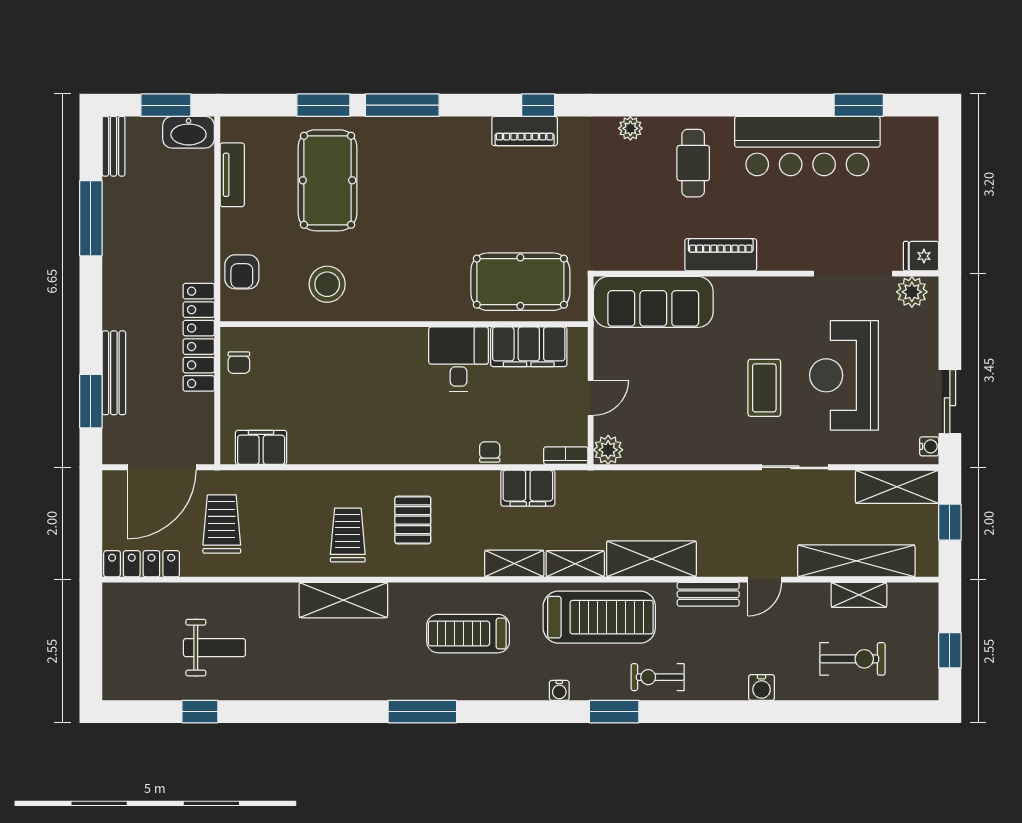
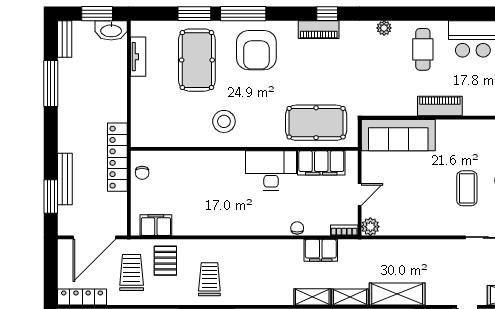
armchair: (242, 272) -> (256, 50), moved, width x1.88, depth x1.88
stool: (327, 284) -> (224, 121), moved
desk: (459, 359) -> (271, 171), width x1.37
pallet: (413, 520) -> (165, 261), moved

